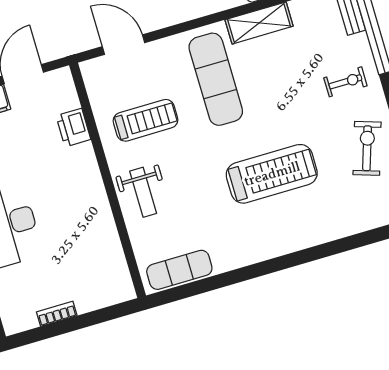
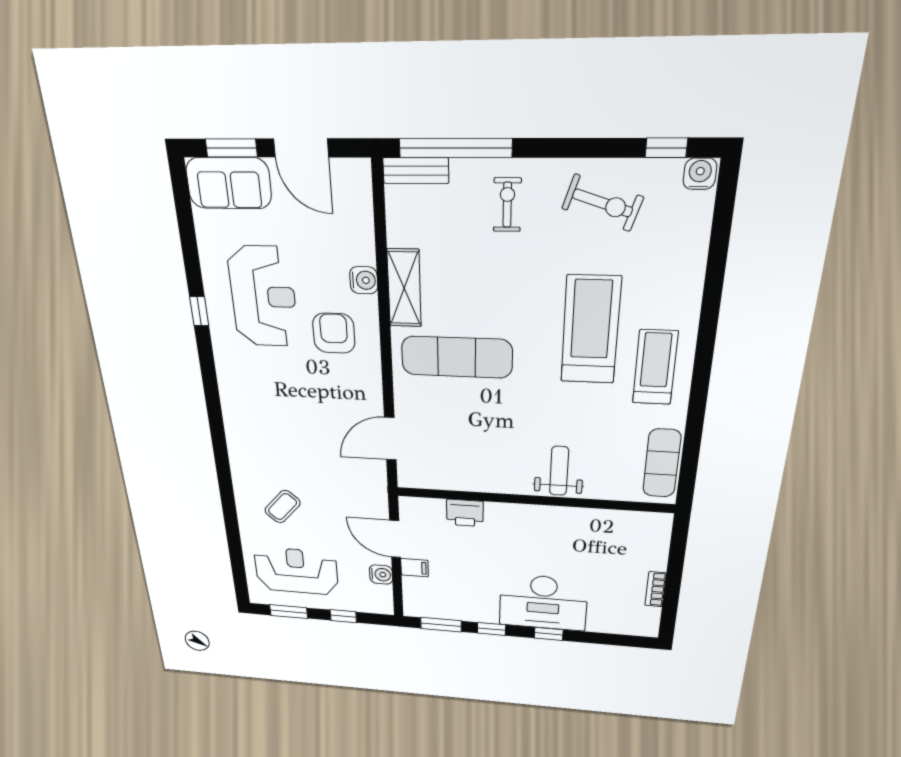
treadmill: (146, 120) -> (655, 367), moved
exercise bike: (367, 148) -> (603, 203), turned 180
weight bench: (143, 192) -> (559, 471), turned -90

